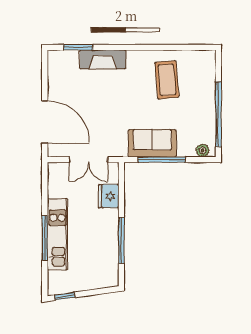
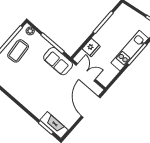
fireplace: (103, 59) -> (54, 125), moved
coffee table: (167, 80) -> (18, 51), moved
sofa: (152, 143) -> (58, 61), moved

